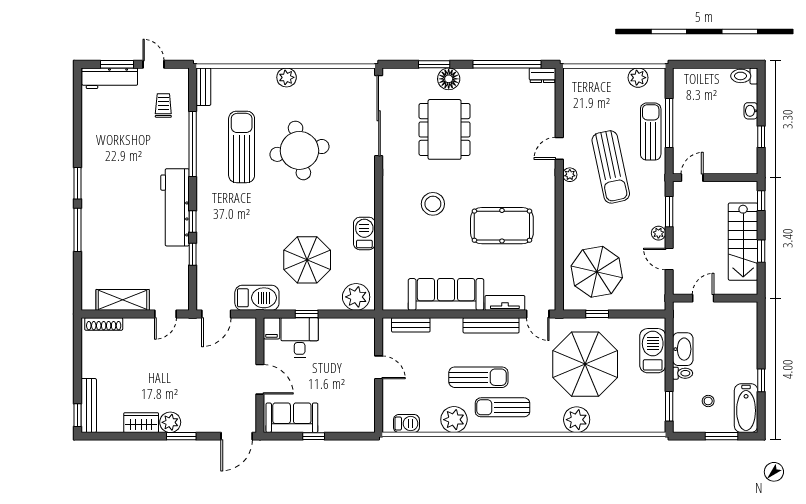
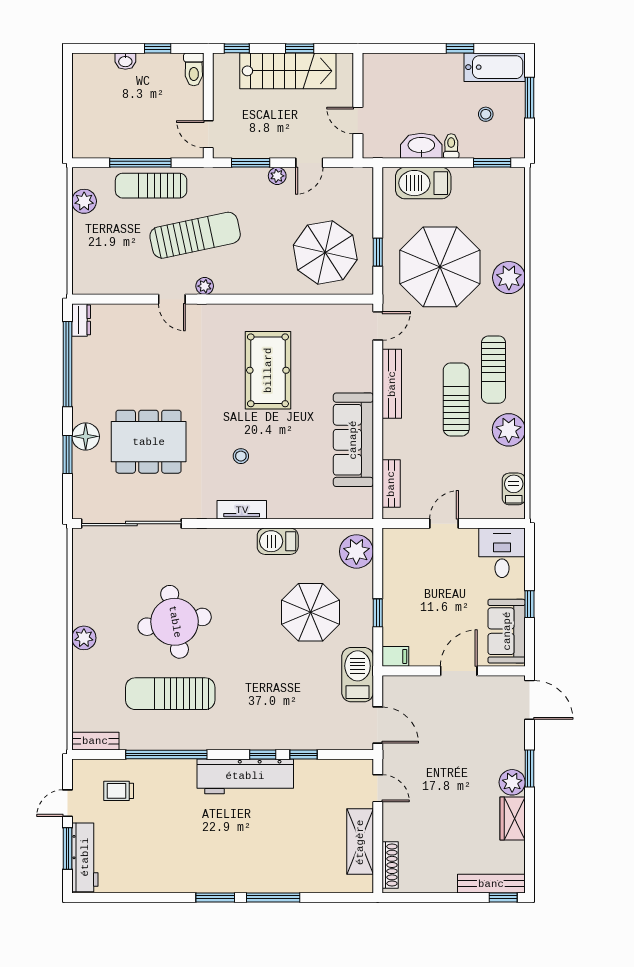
toilet: (744, 76) -> (194, 69), moved
stool: (433, 204) -> (241, 456), width x0.53, depth x0.53
tv unit: (505, 303) -> (242, 510), moved, turned 90
desk: (300, 338) -> (502, 553), moved, turned 90

